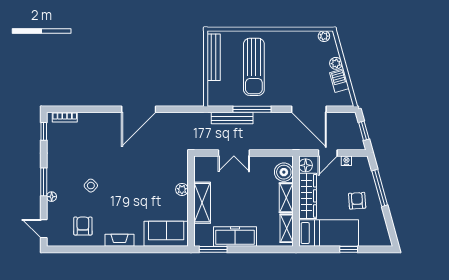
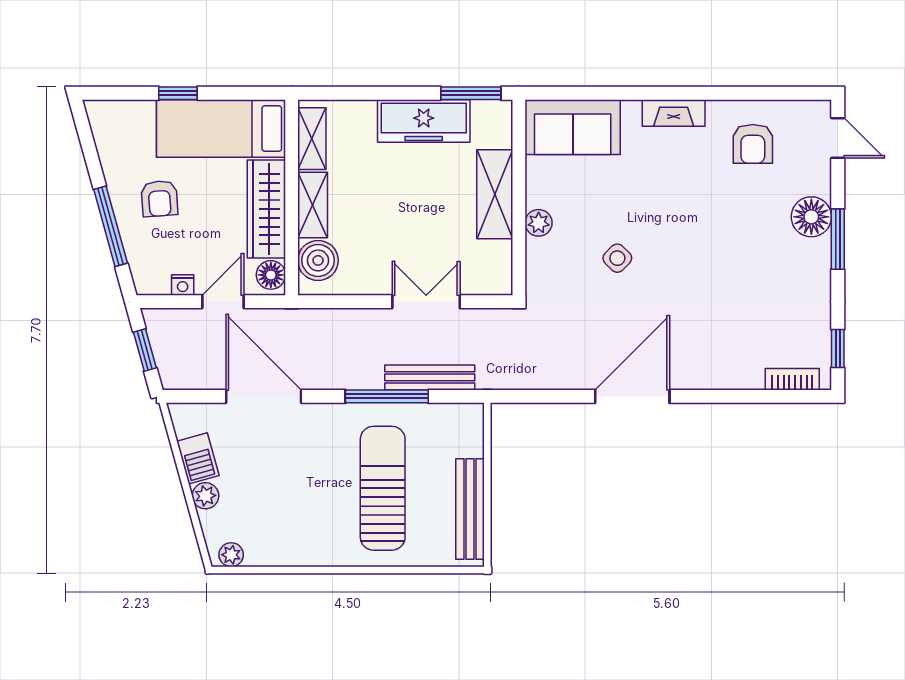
side table: (91, 186) -> (617, 258), moved
floor lamp: (52, 197) -> (811, 217), width x1.89, depth x1.89

